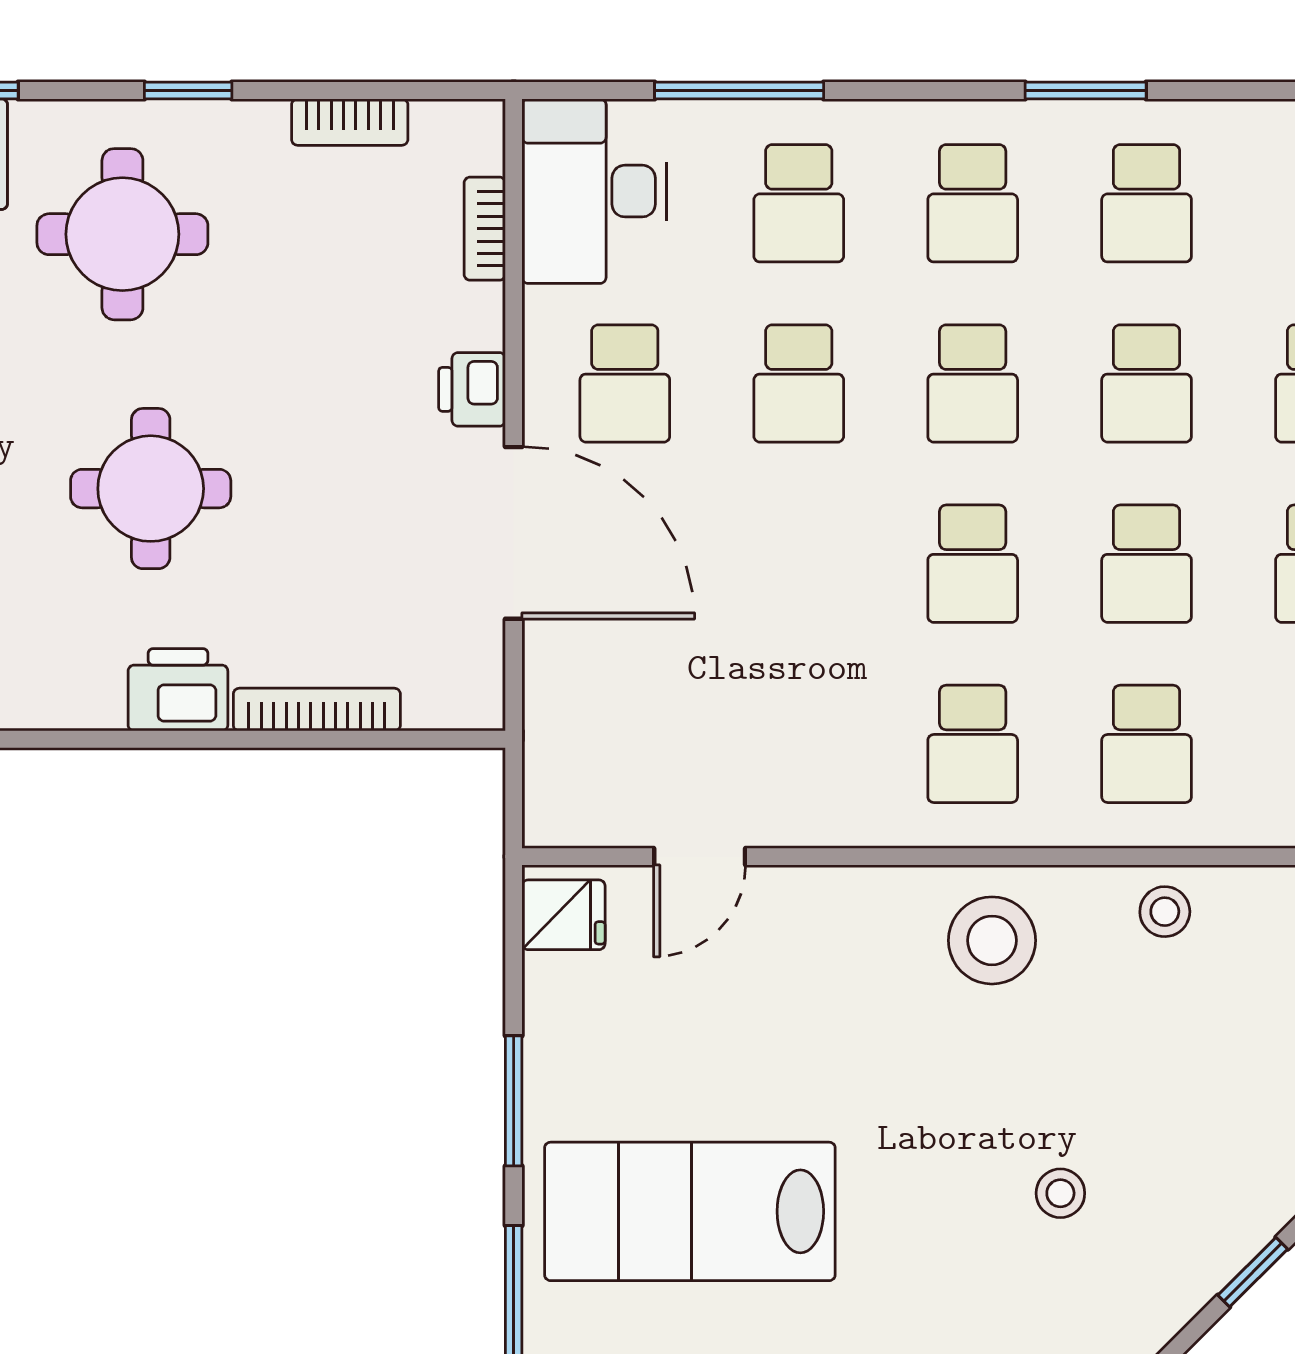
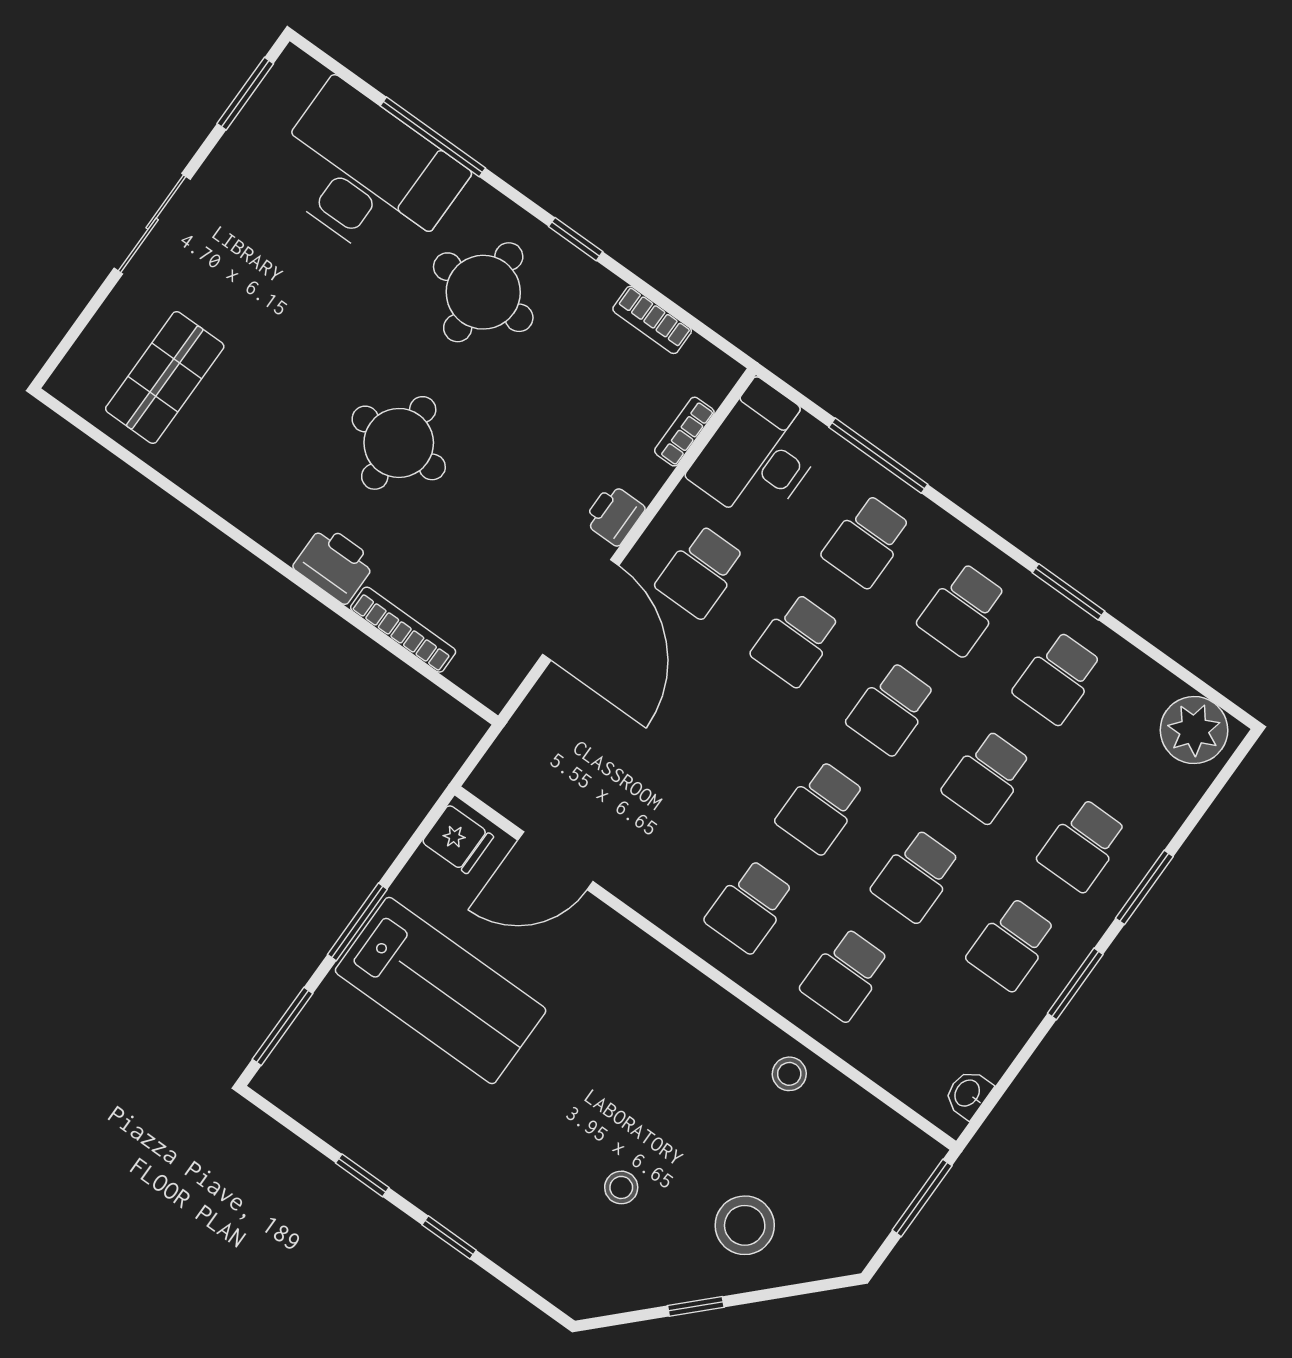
door: (700, 857) -> (555, 861), width x1.38
stool: (992, 940) -> (745, 1225), moved
lab bench: (690, 1211) -> (441, 991), moved, turned 180

